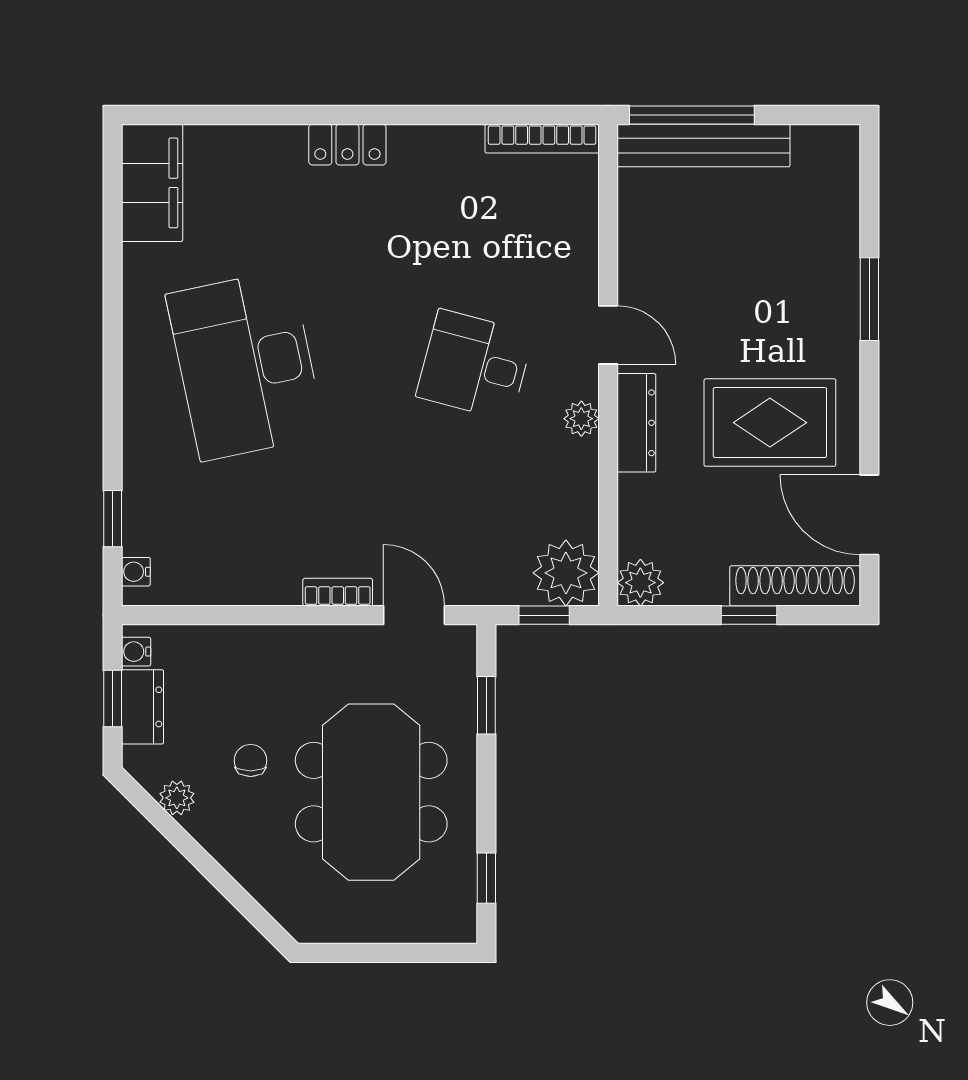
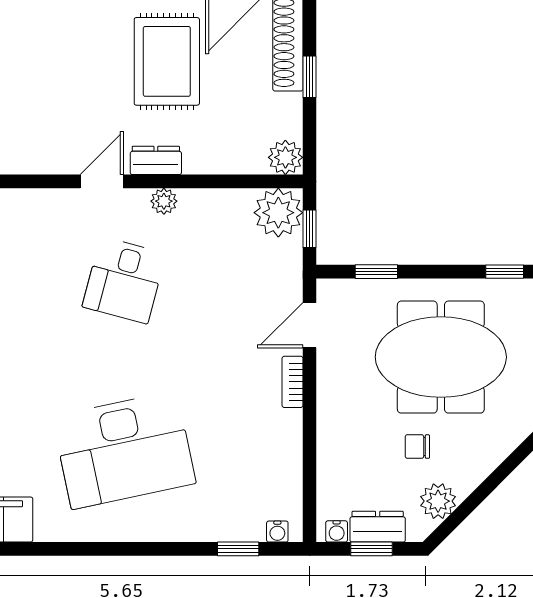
dresser: (636, 423) -> (156, 160), width x0.70
plant: (177, 798) -> (438, 501), width x1.38, depth x1.38

